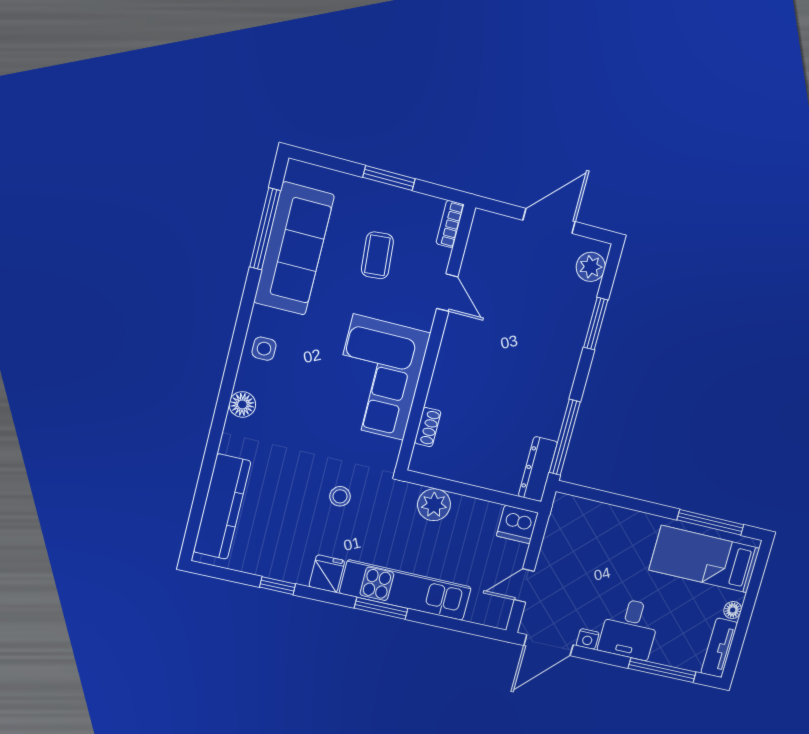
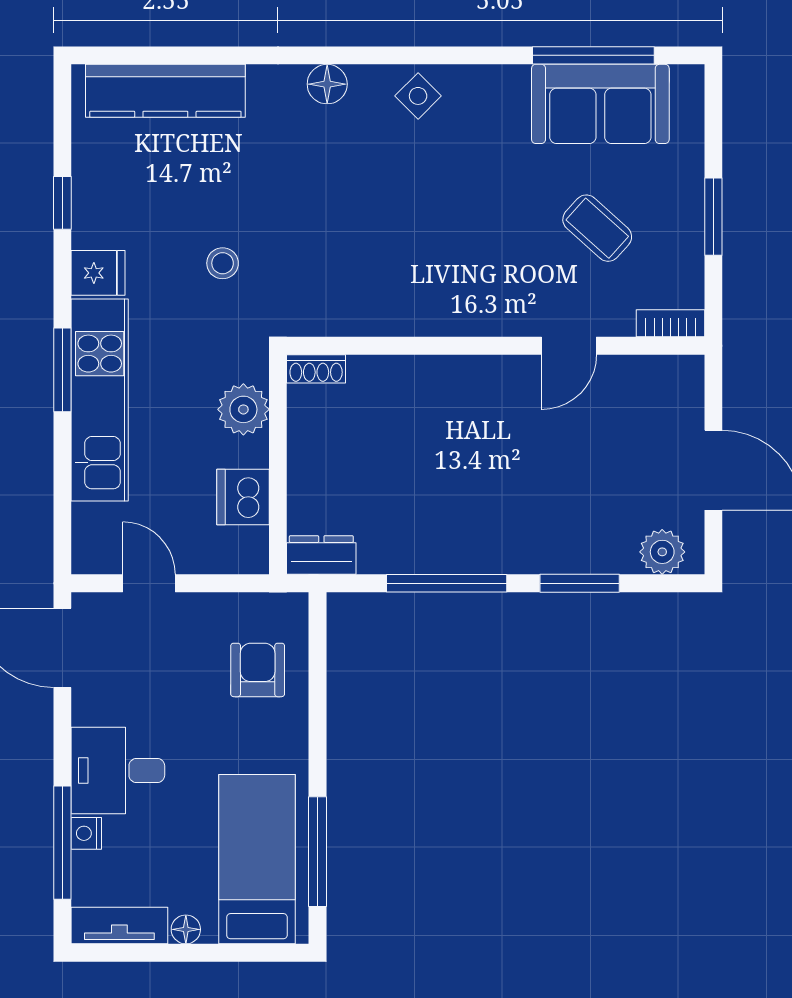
sofa: (294, 249) -> (600, 104), width x0.73
coffee table: (377, 255) -> (597, 228), turned 47
side table: (264, 349) -> (418, 96), turned 45
corner sofa: (379, 377) -> (417, 276), removed
shoe rack: (428, 427) -> (316, 369), moved
window: (565, 437) -> (447, 583), moved
dresser: (538, 469) -> (321, 555), width x0.70
dishwasher: (517, 524) -> (243, 497), moved
armchair: (594, 533) -> (258, 670), added
nightstand: (588, 639) -> (86, 833), moved

